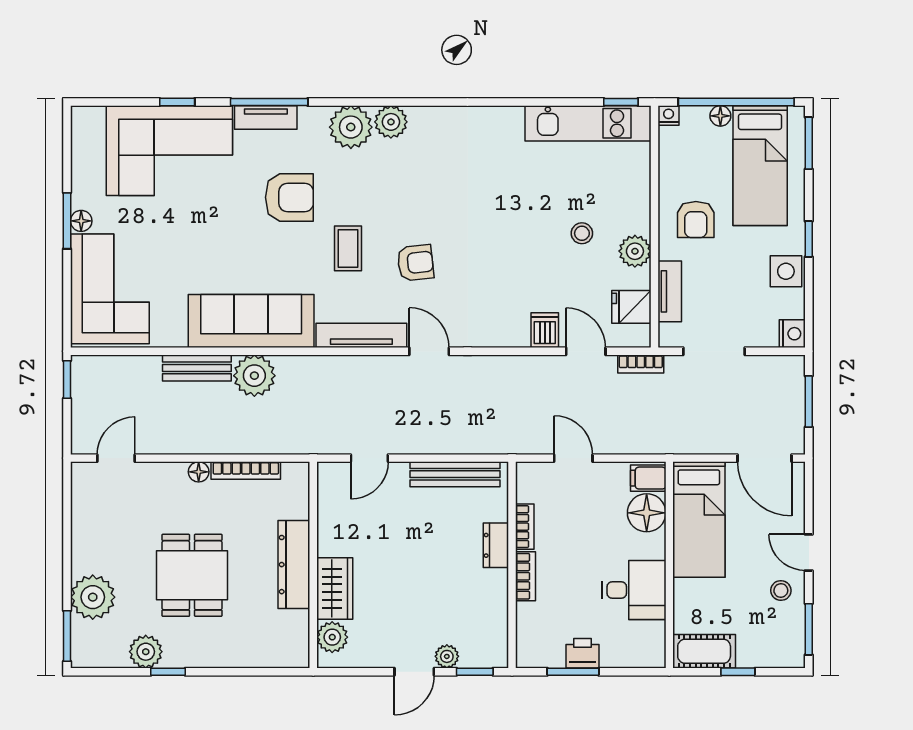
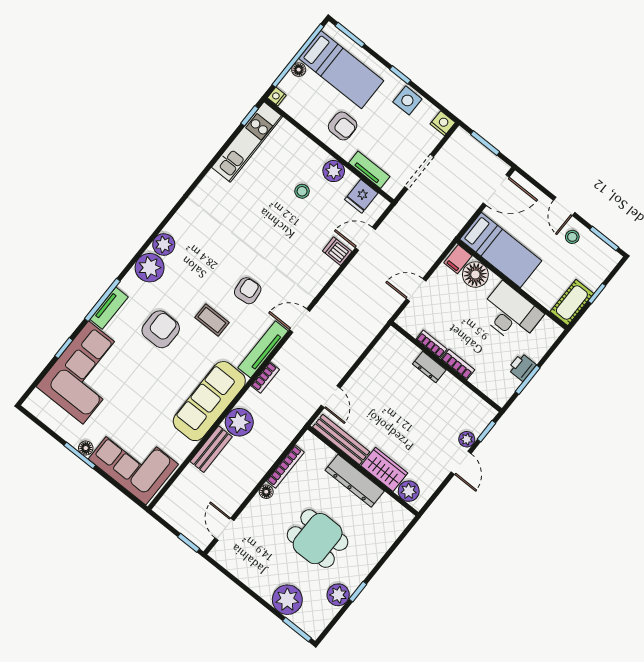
bookcase: (641, 364) -> (265, 377), moved
window: (67, 379) -> (189, 543), moved
bench: (455, 474) -> (341, 439), moved, turned 90
door: (809, 552) -> (564, 206), hinge flipped
desk: (634, 590) -> (510, 314), width x1.37

